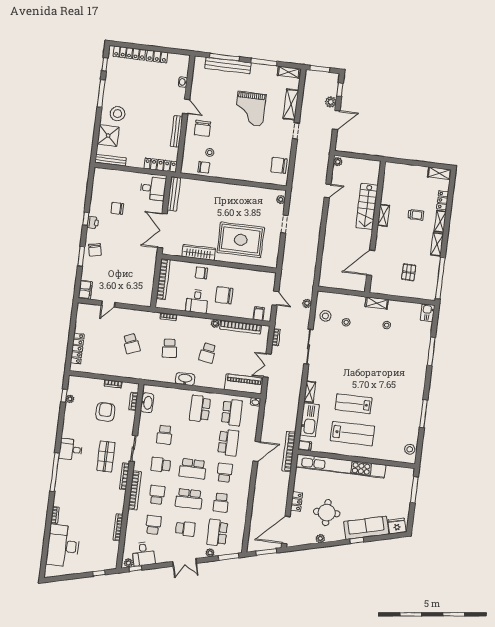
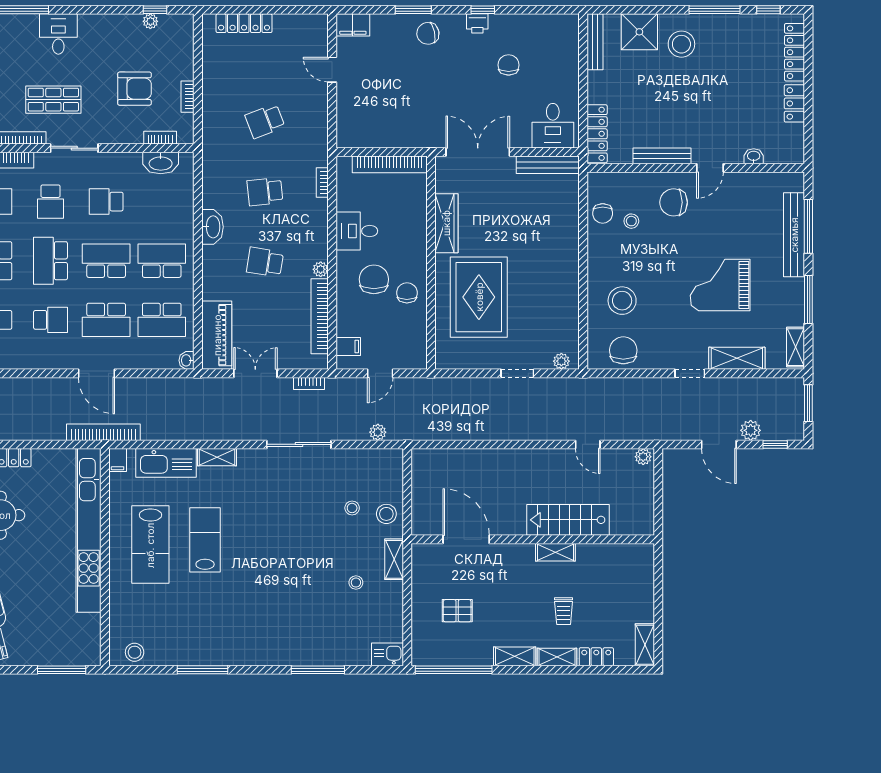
stool: (252, 163) -> (622, 301), added
chair: (201, 273) -> (407, 293), moved
stool: (325, 316) -> (386, 514), moved
school desk: (196, 439) -> (106, 261), added
school desk: (161, 465) -> (51, 202), turned 180

